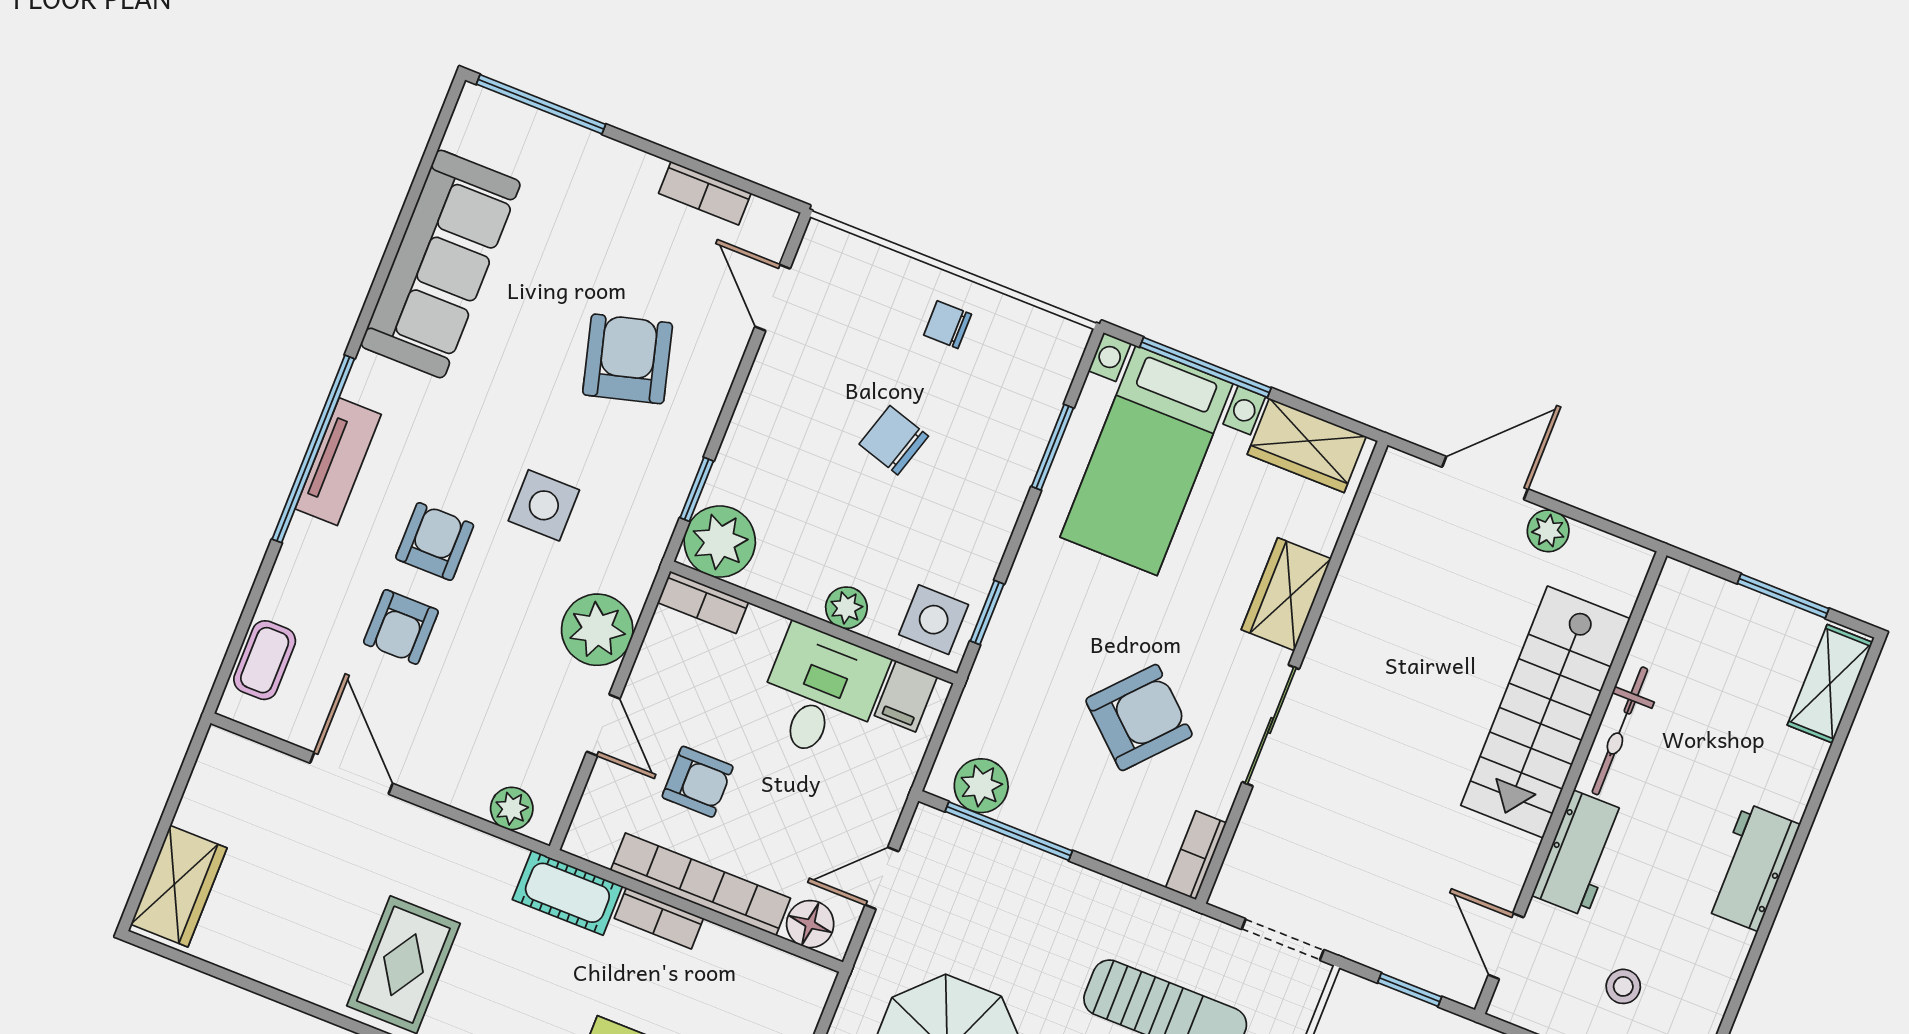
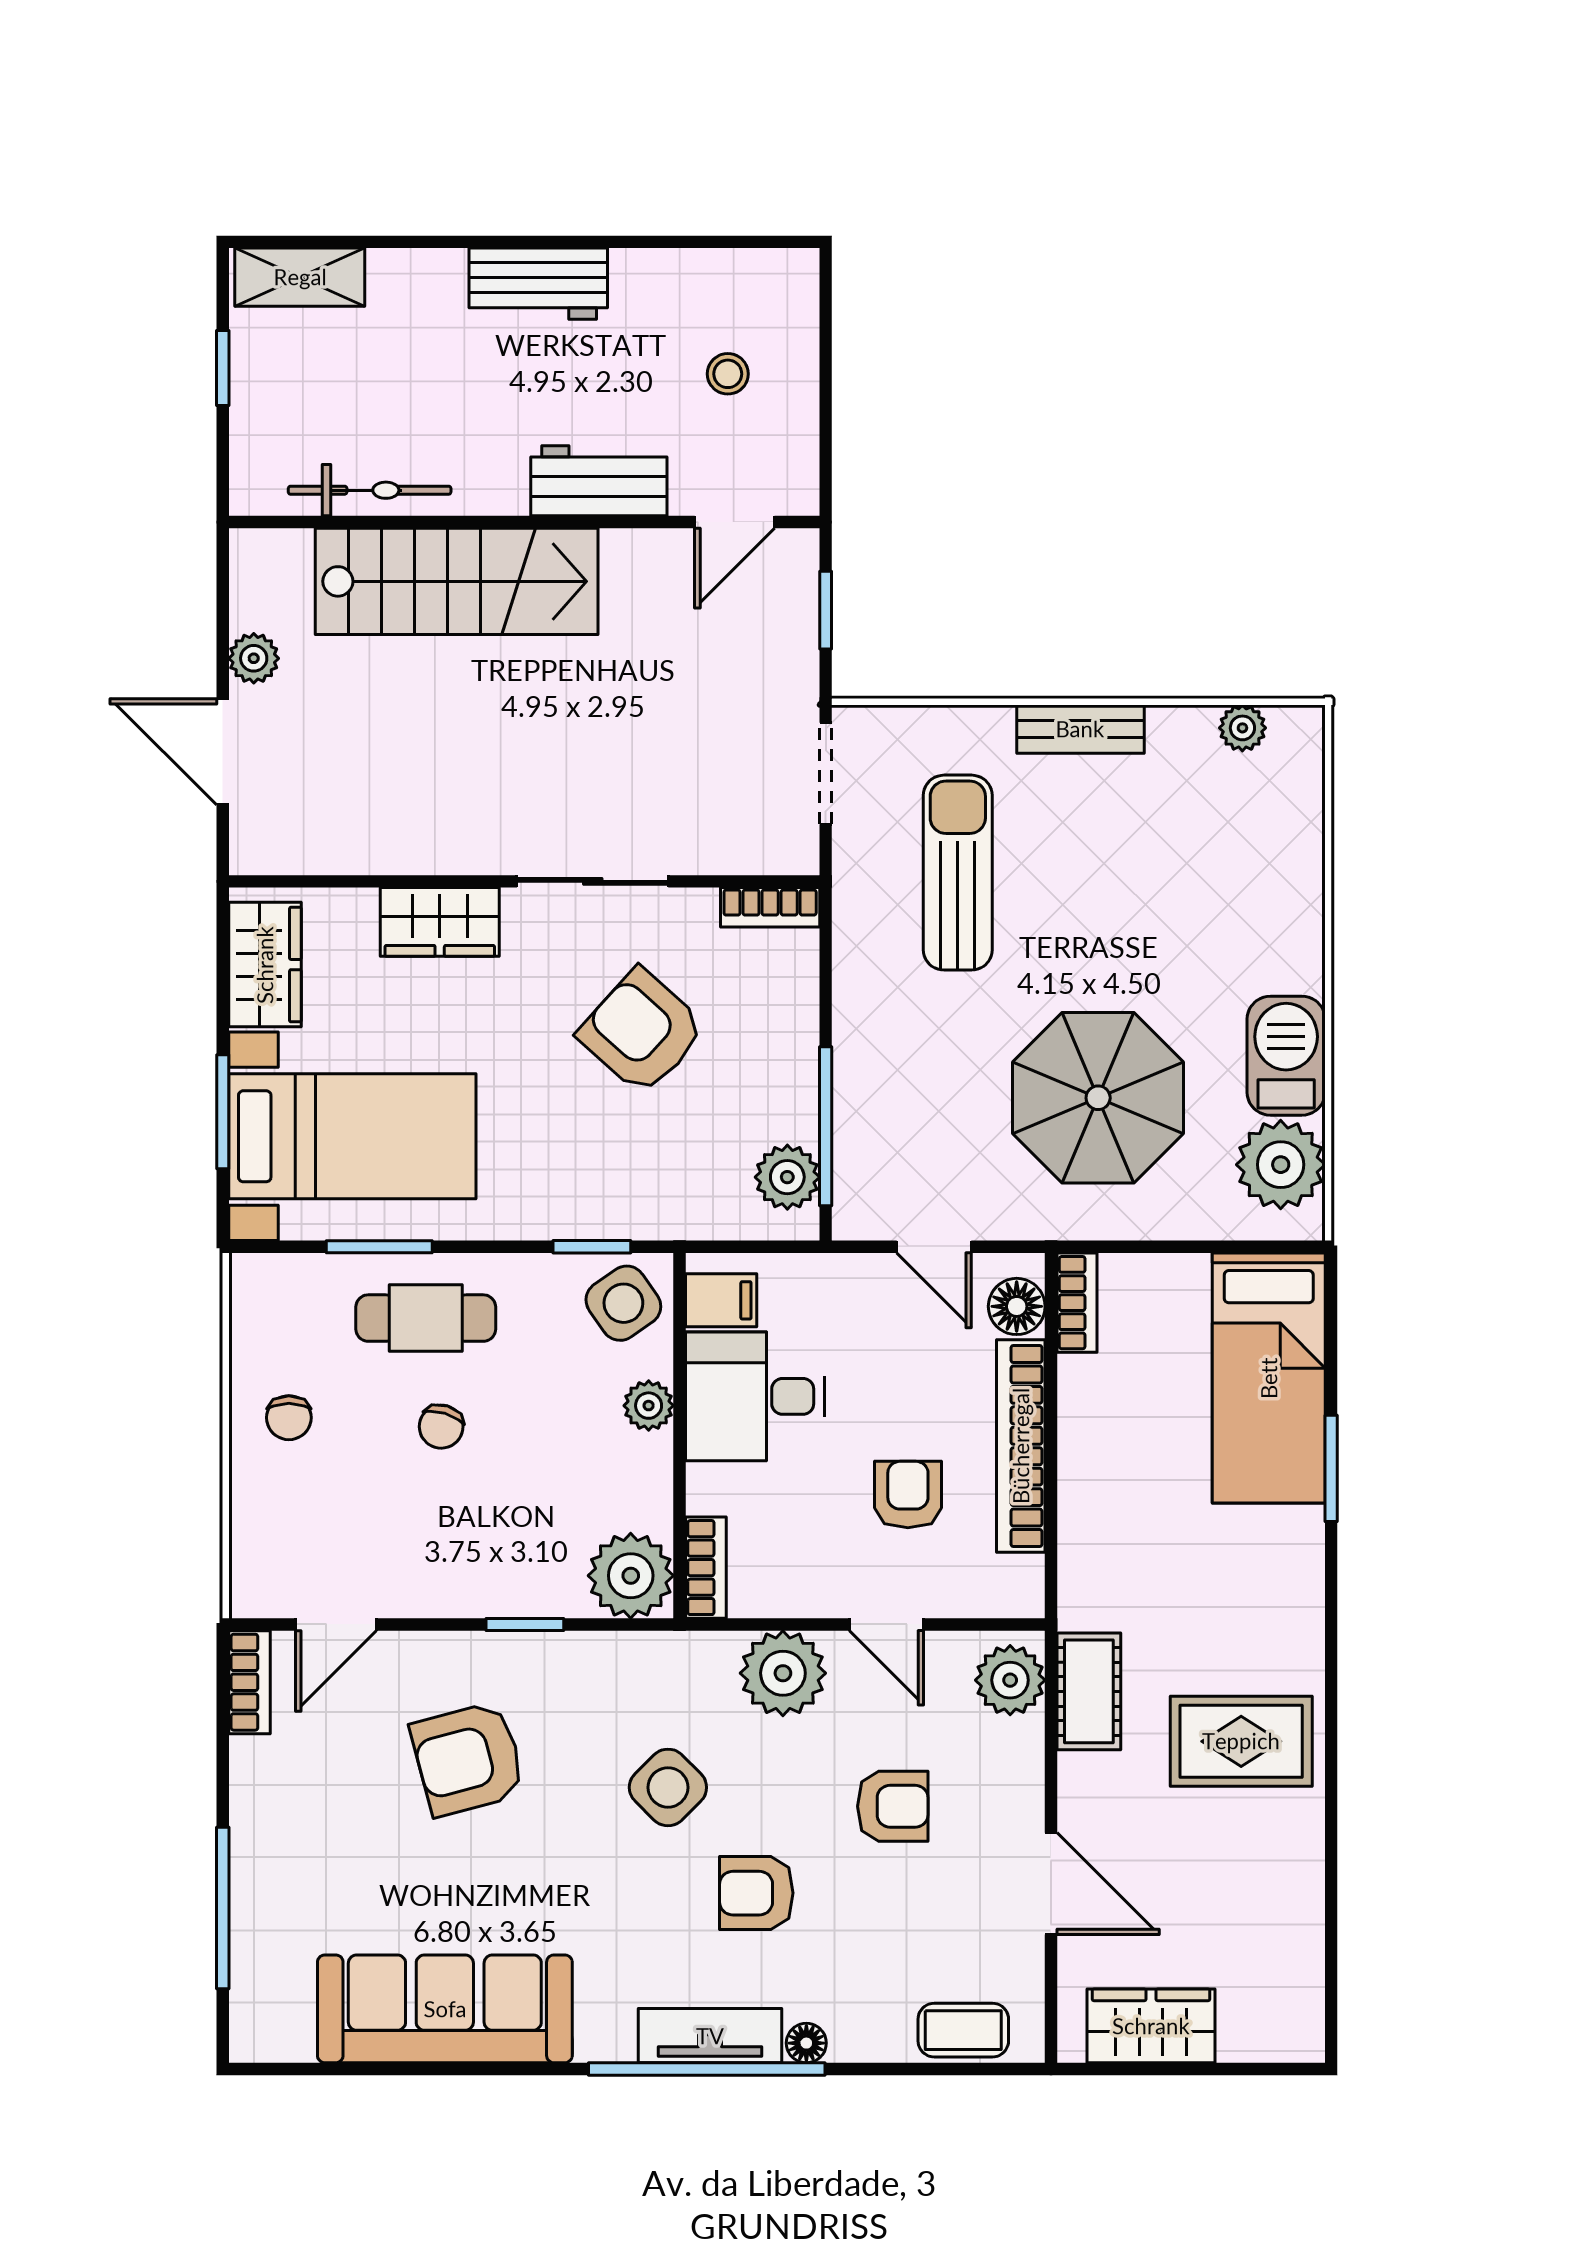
window: (541, 104) -> (223, 1908), moved
bookcase: (705, 193) -> (249, 1682), moved
window: (1206, 367) -> (223, 1112), width x0.69
chair: (894, 440) -> (441, 1427), width x0.73, depth x0.73
cafe table: (983, 462) -> (426, 1318), added
window: (697, 489) -> (525, 1624), moved
side table: (544, 505) -> (668, 1787), turned 45
floor lamp: (303, 534) -> (806, 2043), added
window: (1783, 596) -> (223, 368), width x0.67
side table: (934, 620) -> (623, 1303), turned -35
armchair: (401, 627) -> (893, 1806), moved
door: (603, 725) -> (886, 1624), swing flipped
bicycle: (1620, 731) -> (370, 490), moved
door: (351, 773) -> (1051, 1884), swing flipped
plant: (512, 808) -> (1010, 1680), width x1.38, depth x1.38
wardrobe: (179, 886) -> (1151, 2026), moved
cot: (567, 893) -> (1089, 1691), moved
bookcase: (659, 918) -> (1077, 1303), moved

